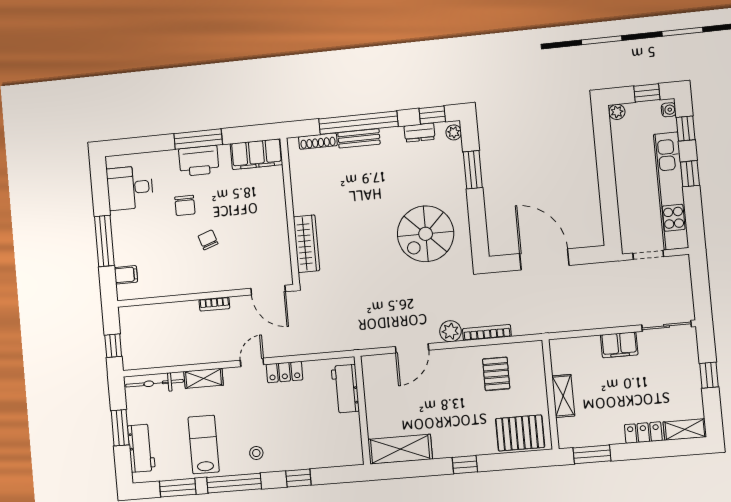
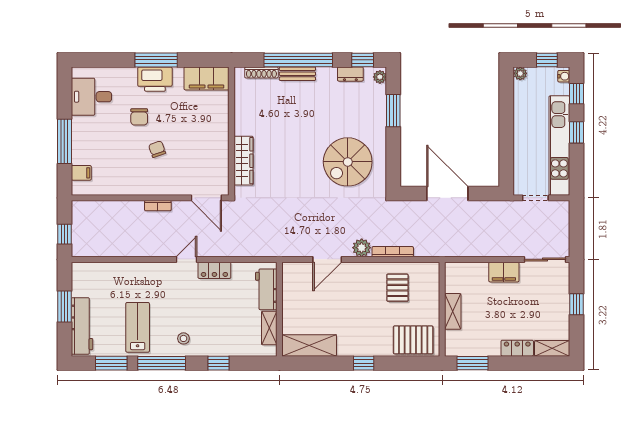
shelving: (204, 378) -> (269, 328), moved, turned 90
bicycle: (155, 383) -> (99, 270), removed
workbench: (141, 448) -> (82, 326), width x1.38

